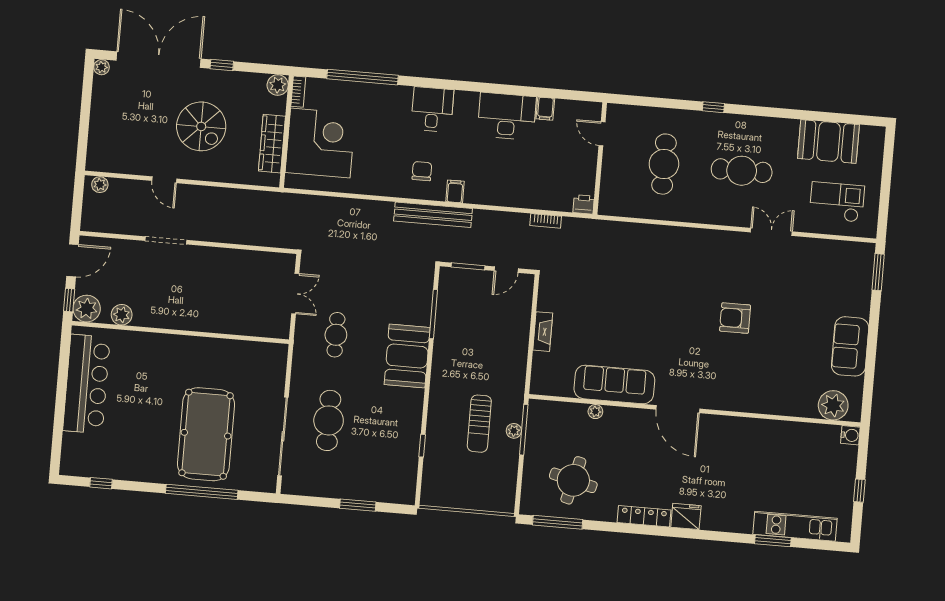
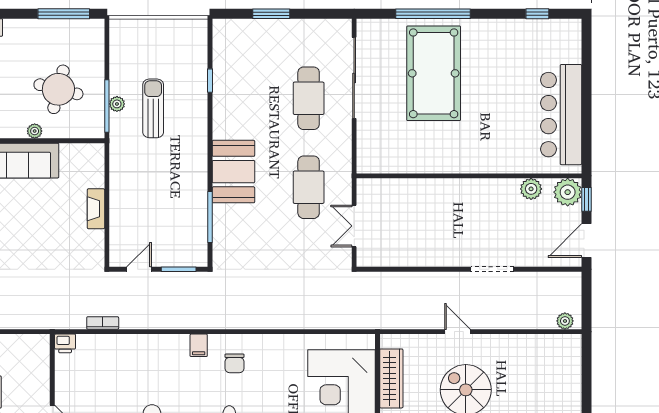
door: (164, 180) -> (458, 332), moved
bench: (433, 215) -> (219, 319), removed
cafe table: (336, 335) -> (309, 187), width x1.37, depth x1.35
round table: (573, 480) -> (58, 89), moved

